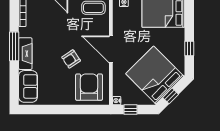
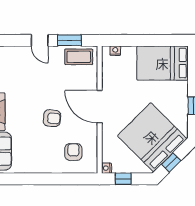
armchair: (71, 59) -> (52, 118), turned -141
armchair: (89, 87) -> (73, 152), width x0.53, depth x0.53

